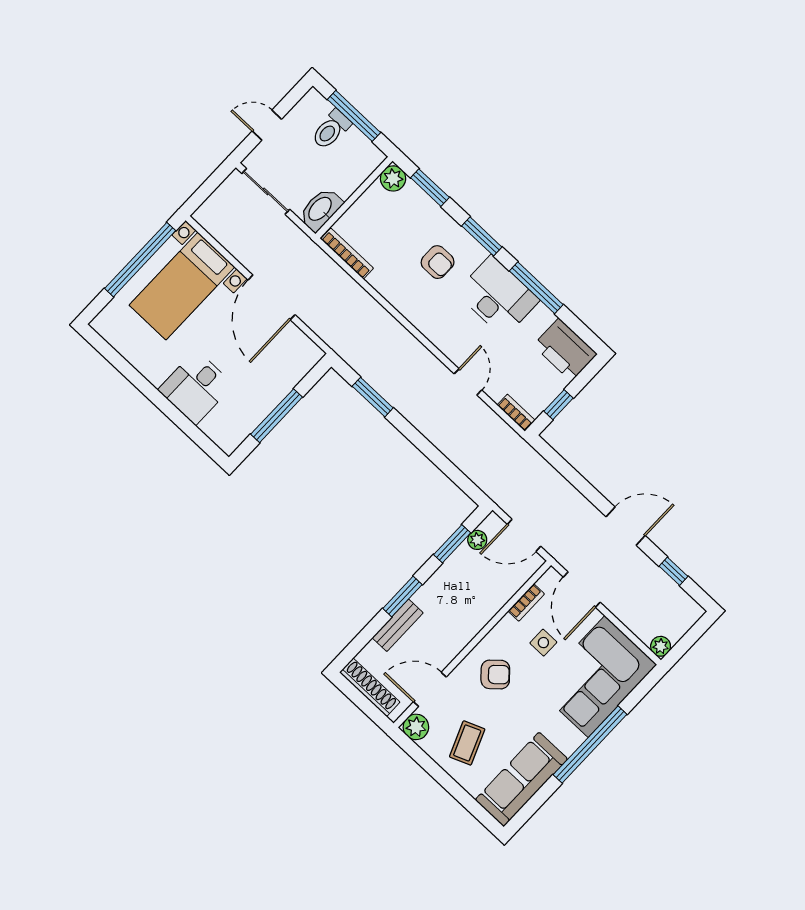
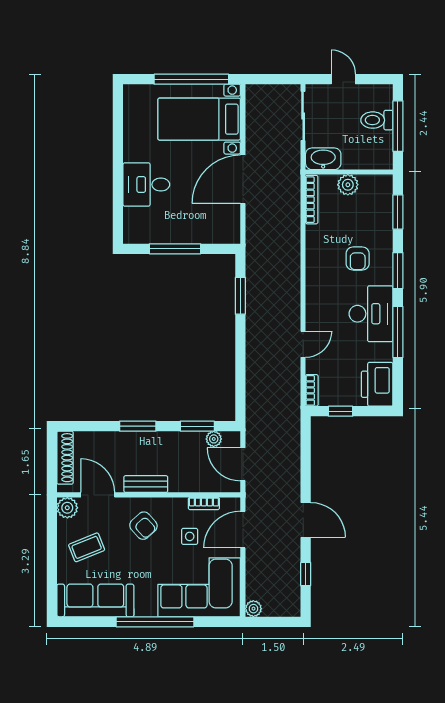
plant: (393, 178) -> (348, 185), moved
bench: (398, 625) -> (146, 484), moved

